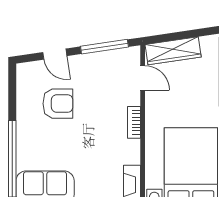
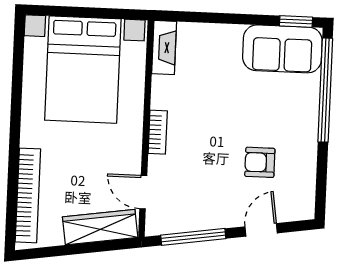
door: (55, 54) -> (261, 230), hinge flipped
armchair: (58, 104) -> (260, 162), width x0.72, depth x0.72

